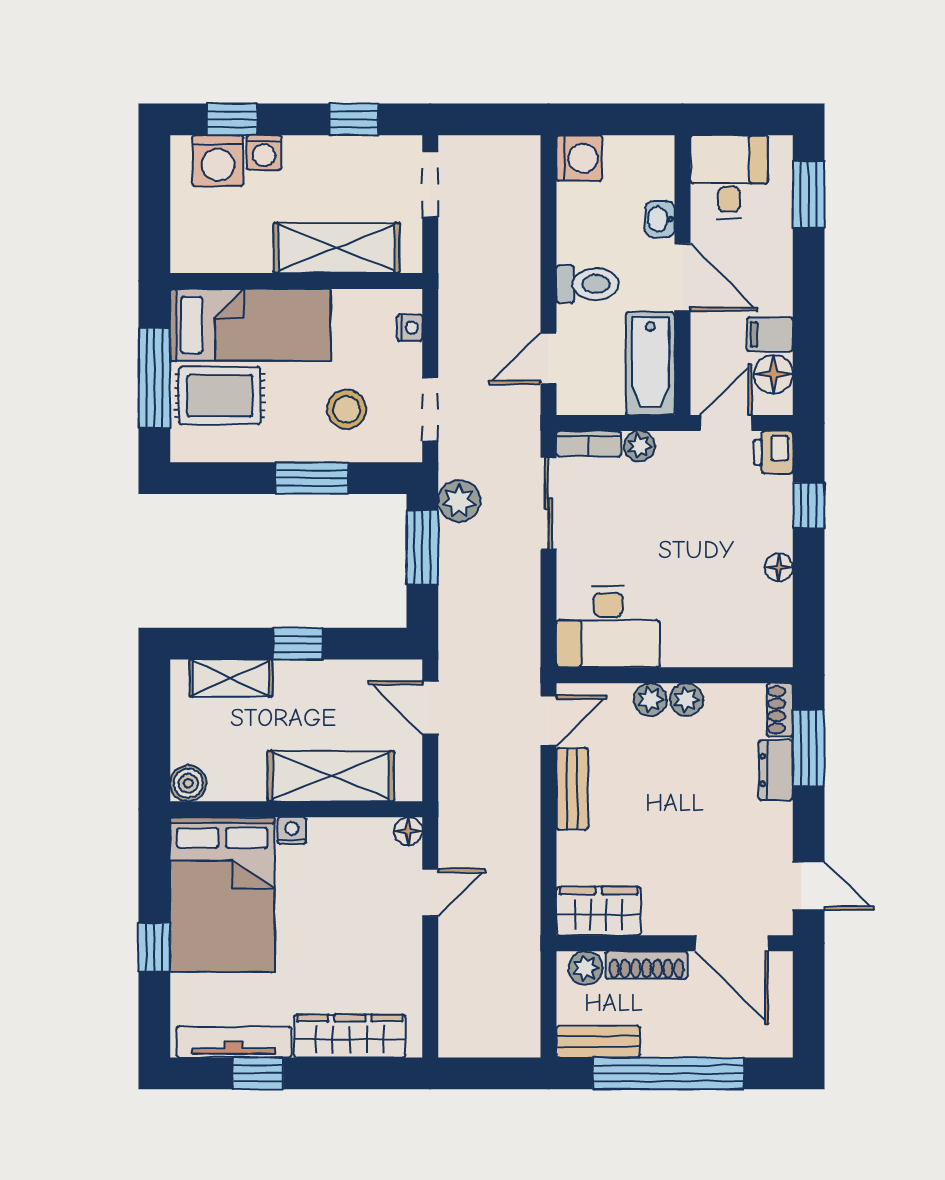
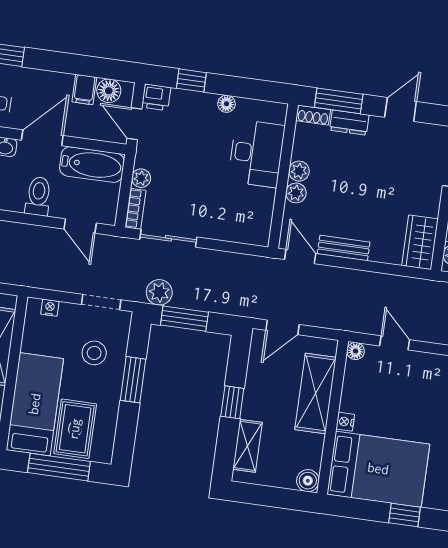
desk: (608, 627) -> (256, 153), moved
door: (809, 886) -> (401, 109), moved

